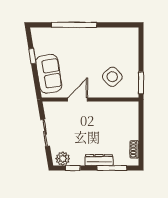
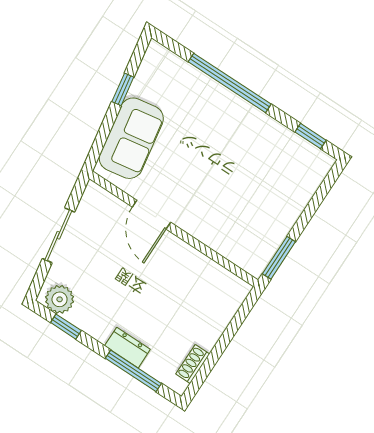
window: (121, 25) -> (310, 136), added
side table: (112, 77) -> (237, 215), removed
door: (78, 99) -> (151, 215), swing flipped
dresser: (99, 160) -> (127, 348), width x0.70

